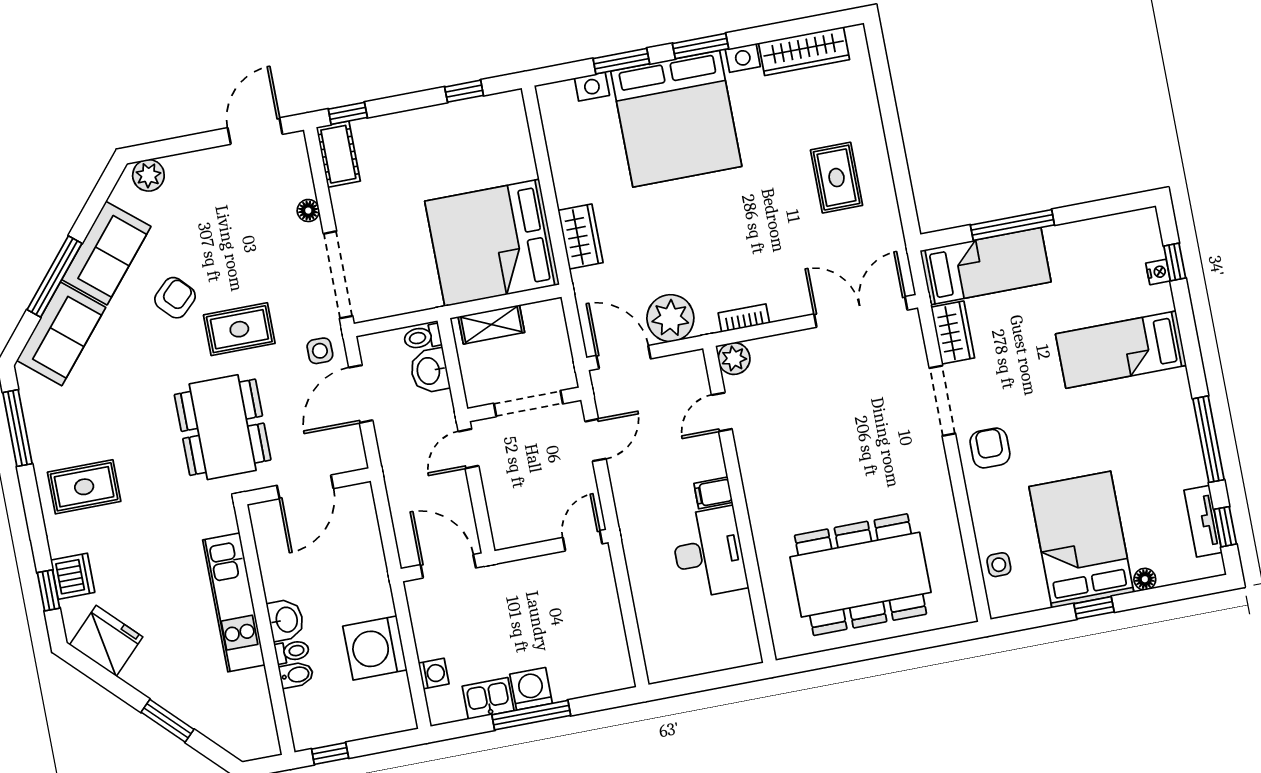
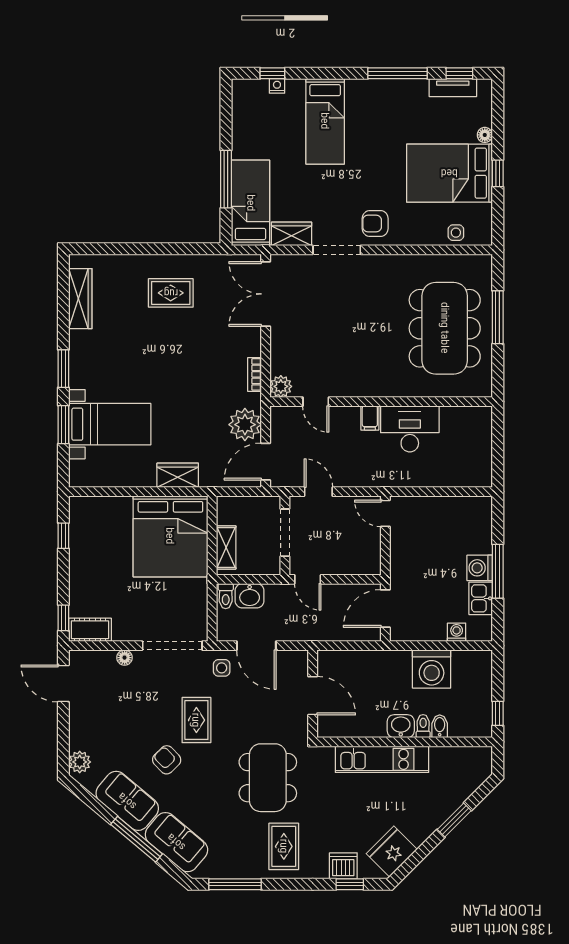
bed with nightstands: (676, 119) -> (110, 424), width x0.54
dining table: (223, 427) -> (268, 778), moved, turned 90
window: (890, 647) -> (498, 317), added

